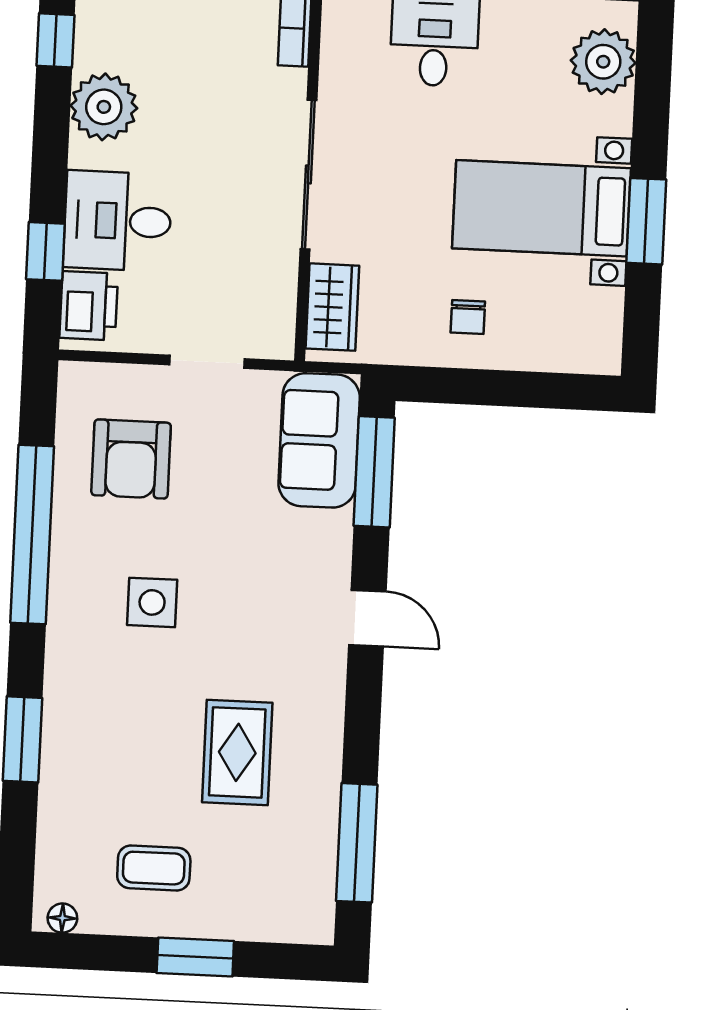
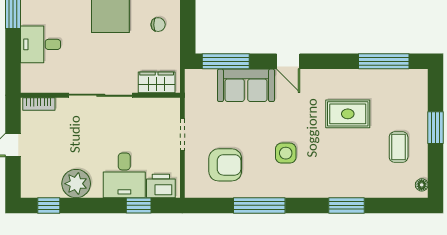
sofa: (319, 440) -> (246, 85), moved
window: (32, 535) -> (259, 205), width x0.68
door: (367, 618) -> (288, 61), swing flipped

